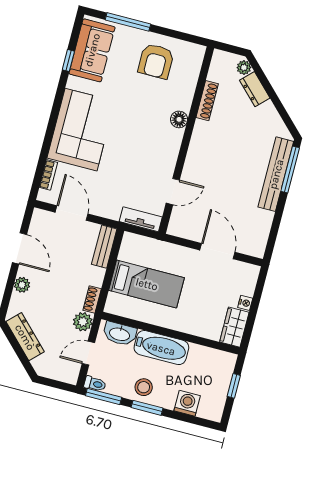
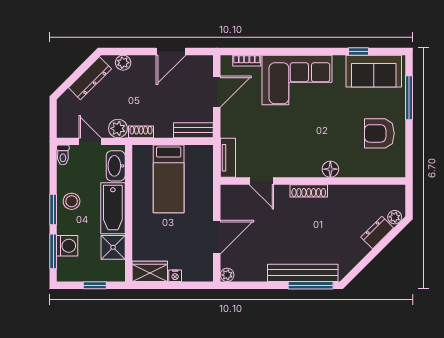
shoe rack: (207, 101) -> (309, 191), moved
plant: (258, 251) -> (227, 275), added
plant: (22, 285) -> (123, 63), moved
shower: (201, 358) -> (113, 247), added
window: (104, 397) -> (53, 251), moved

